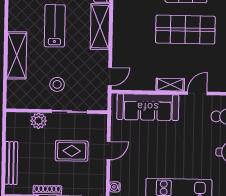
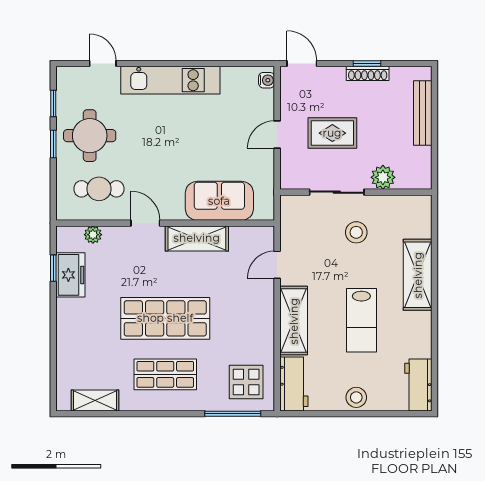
door: (110, 77) -> (277, 265), moved
shelving: (170, 85) -> (197, 238), width x1.50, depth x1.33
door: (197, 93) -> (145, 223), swing flipped
sofa: (148, 107) -> (219, 201), width x0.73

